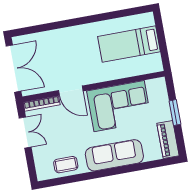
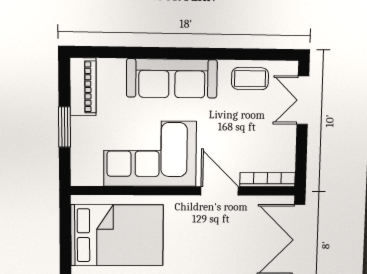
bed: (129, 44) -> (117, 235), width x1.50
double door: (25, 133) -> (303, 100), moved

